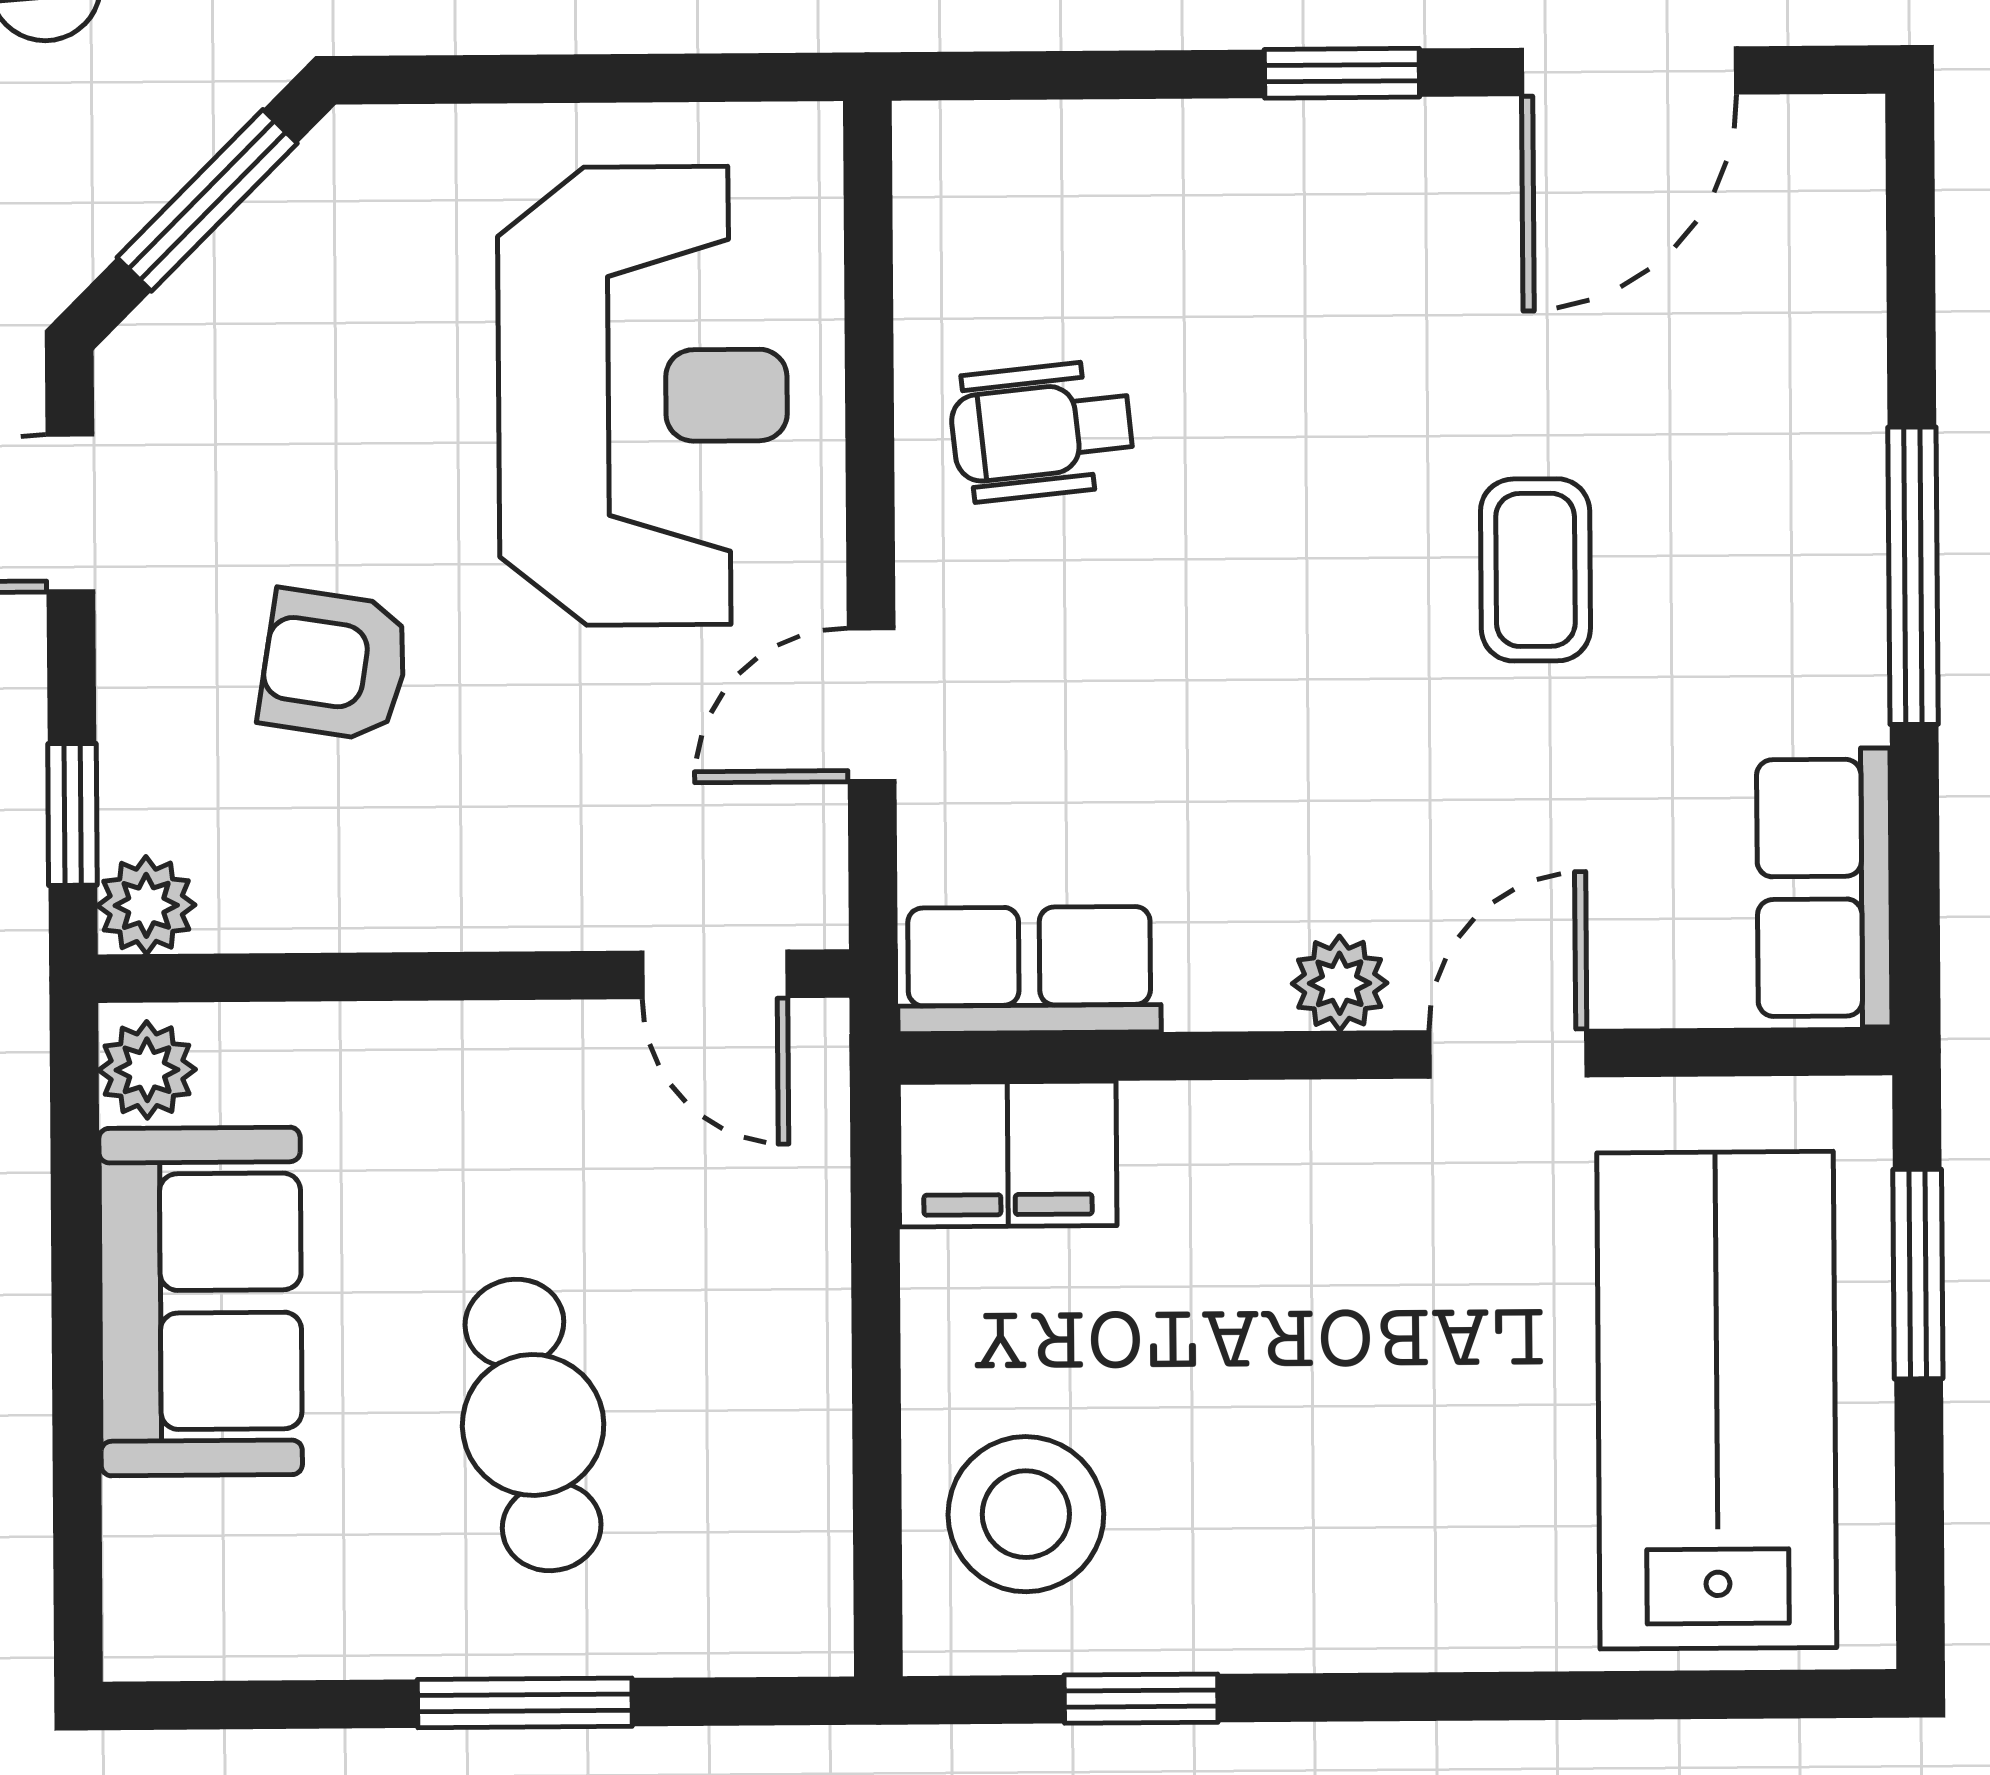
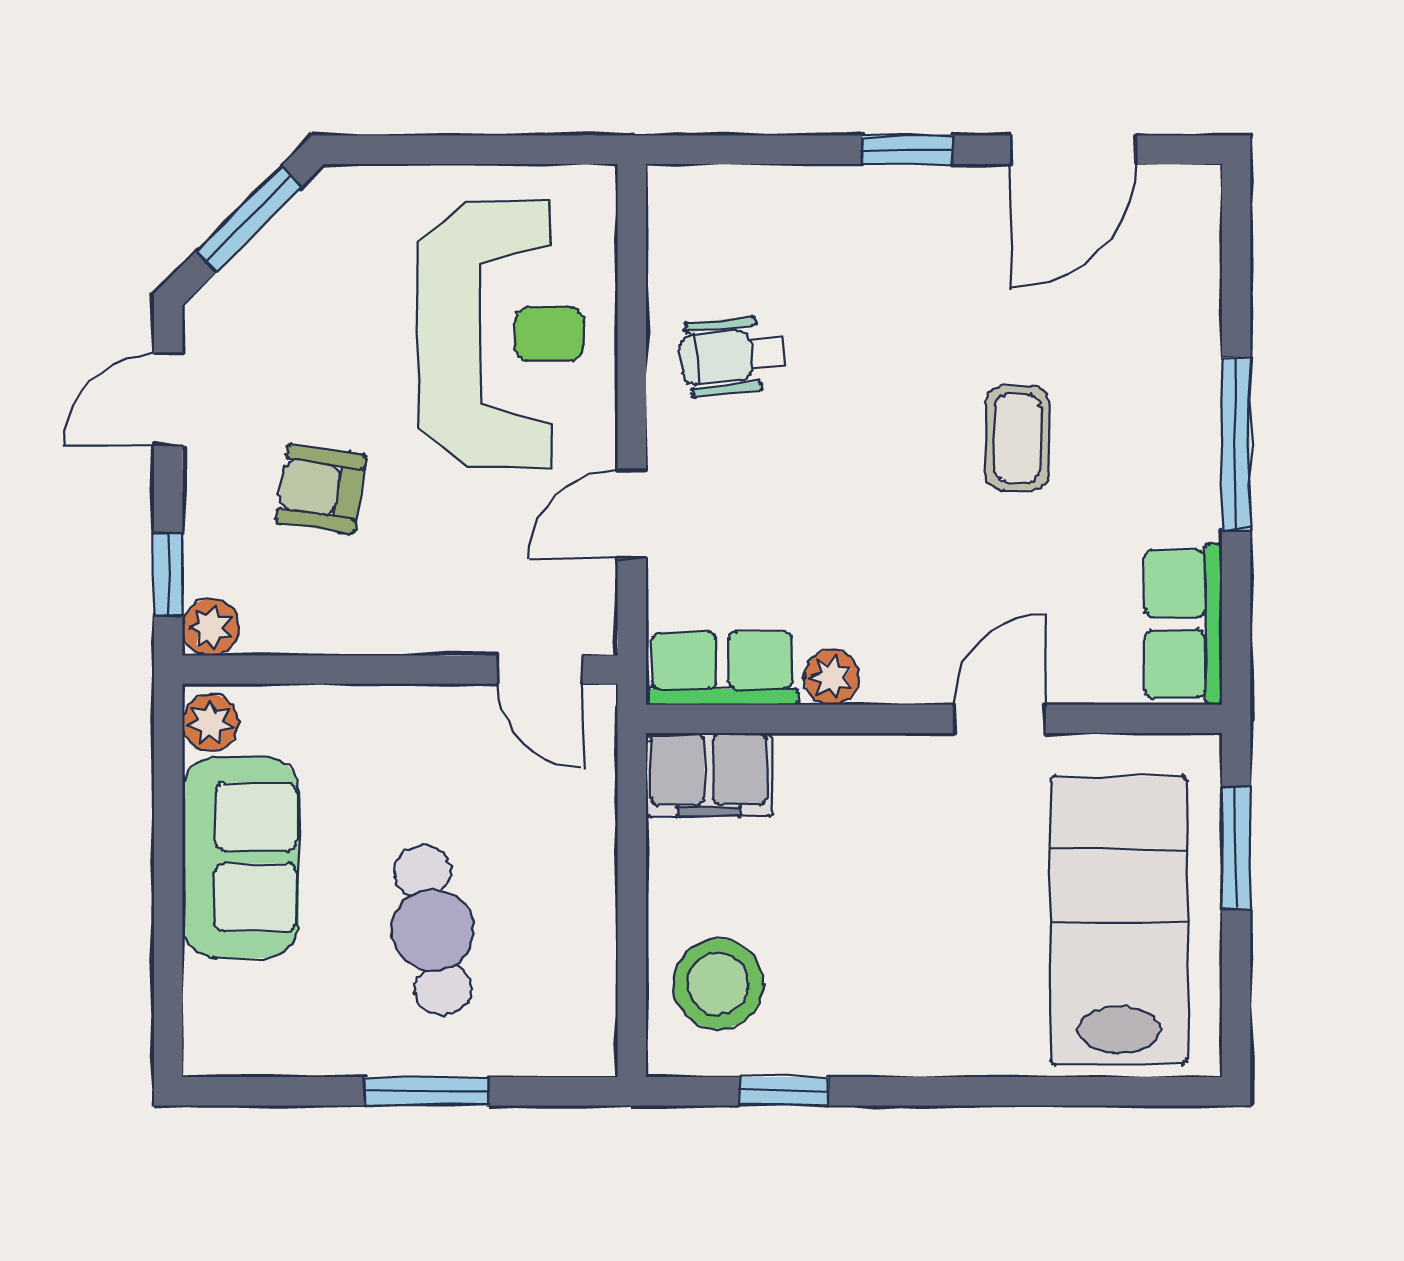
plant: (1340, 983) -> (831, 677), moved

